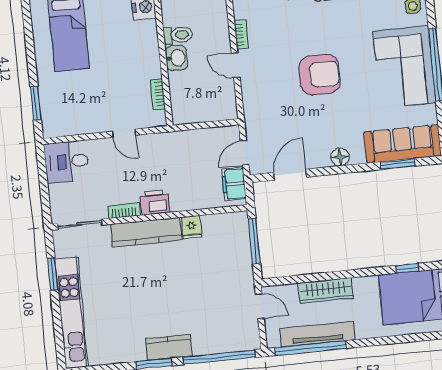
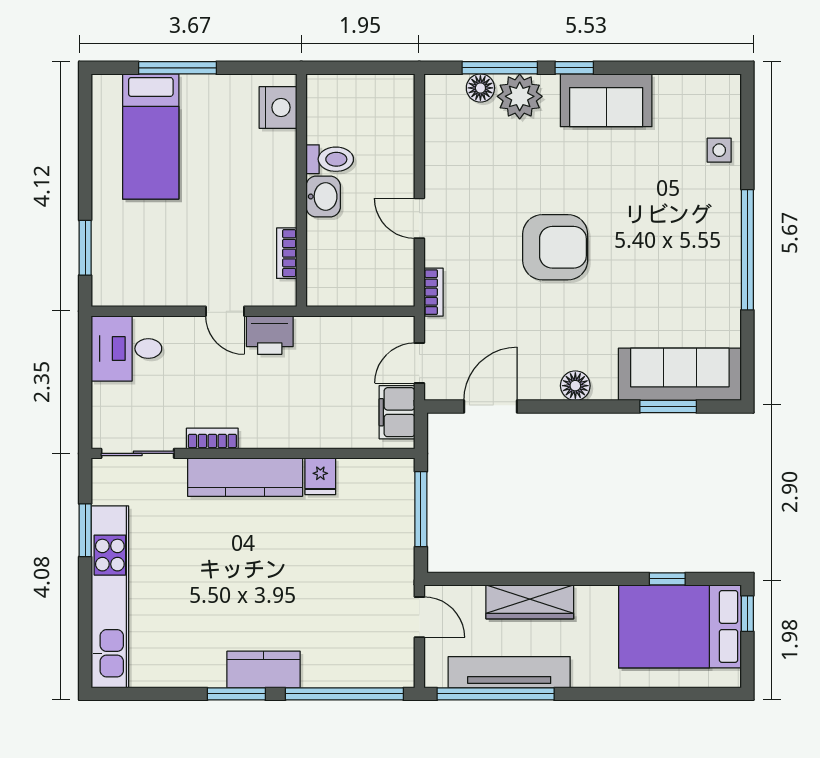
bookcase: (241, 35) -> (433, 292), moved
corner sofa: (404, 67) -> (696, 248), removed
printer: (155, 202) -> (270, 335), moved, turned 180

